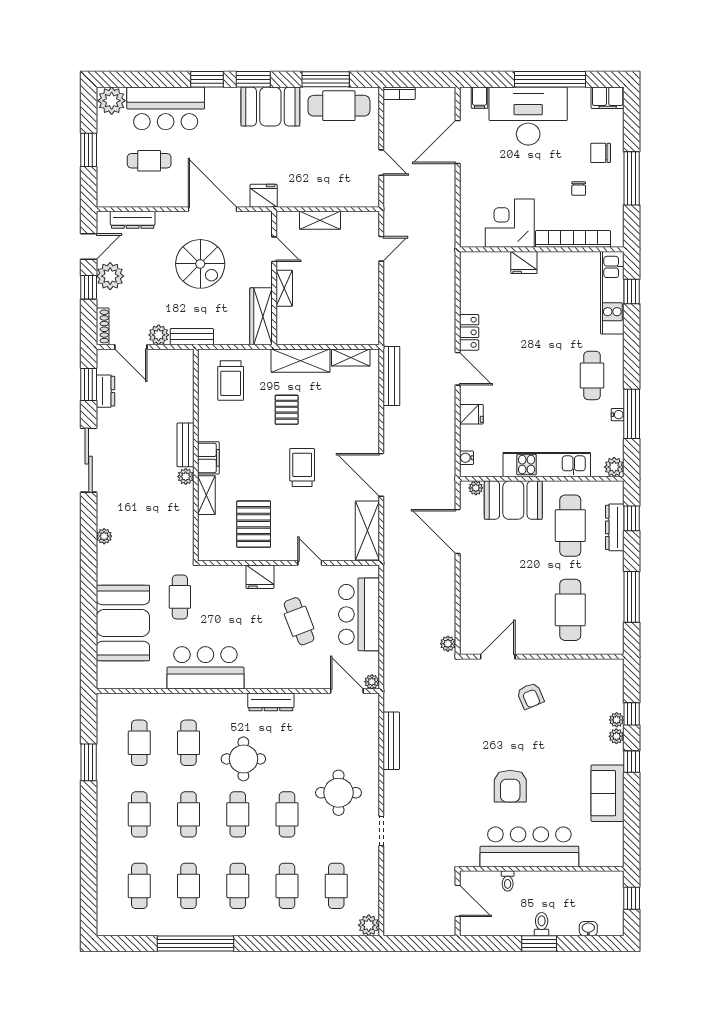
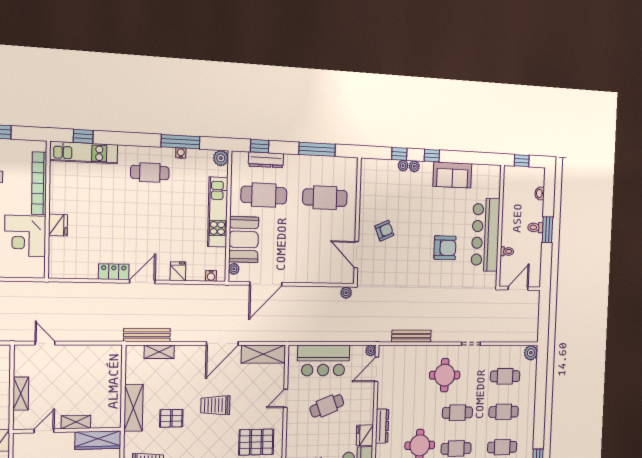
shelving: (351, 357) -> (159, 352), moved, turned 90
fridge: (260, 577) -> (365, 435), moved, turned 180

